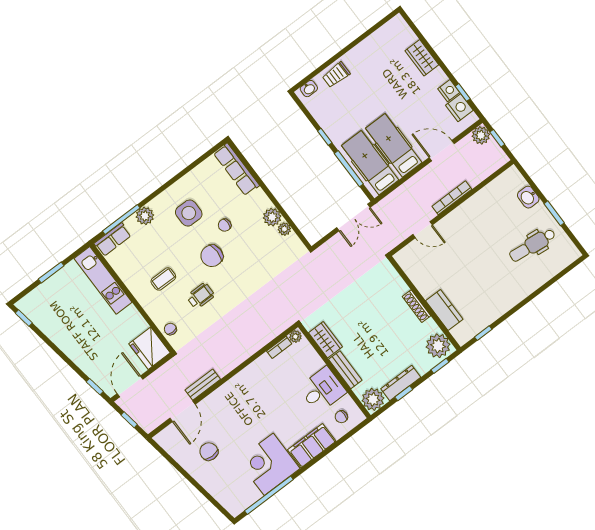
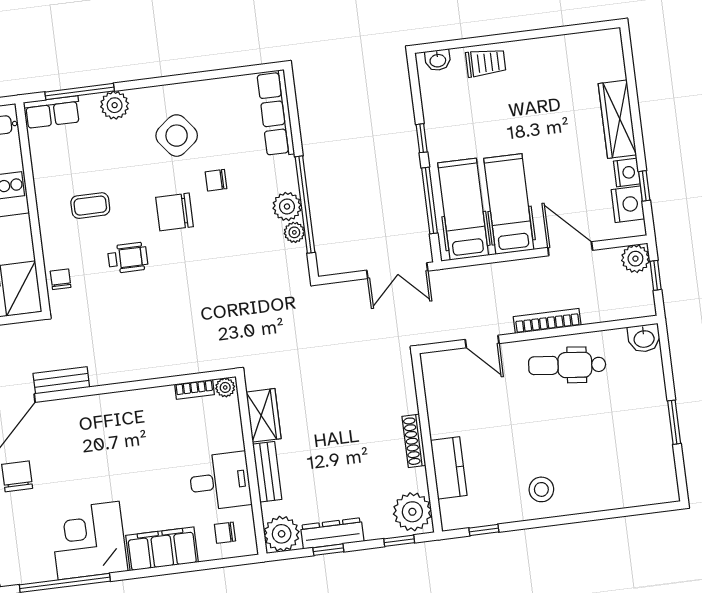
wardrobe: (422, 58) -> (617, 119), width x1.50
trolley: (336, 75) -> (486, 63), turned 180
washbasin: (528, 197) -> (644, 338), moved, turned -90
window: (281, 210) -> (305, 205), added
side table: (189, 213) -> (177, 136), turned -38
dental chair: (532, 245) -> (567, 365), moved
stool: (502, 292) -> (541, 489), added

